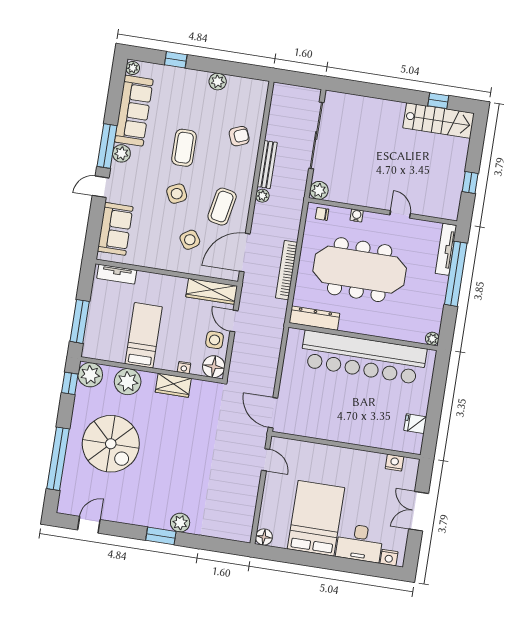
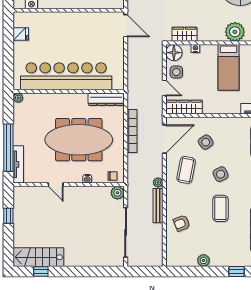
wardrobe: (173, 385) -> (185, 34), moved

